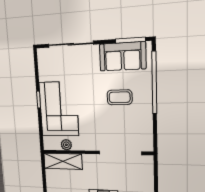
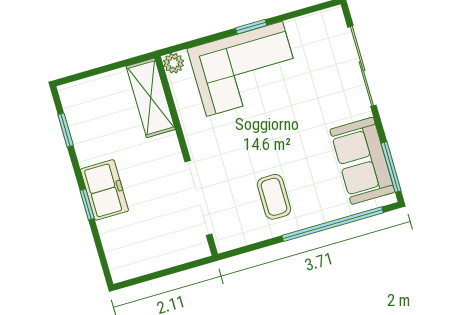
coffee table: (120, 97) -> (274, 197), moved
plant: (66, 145) -> (174, 63), moved

